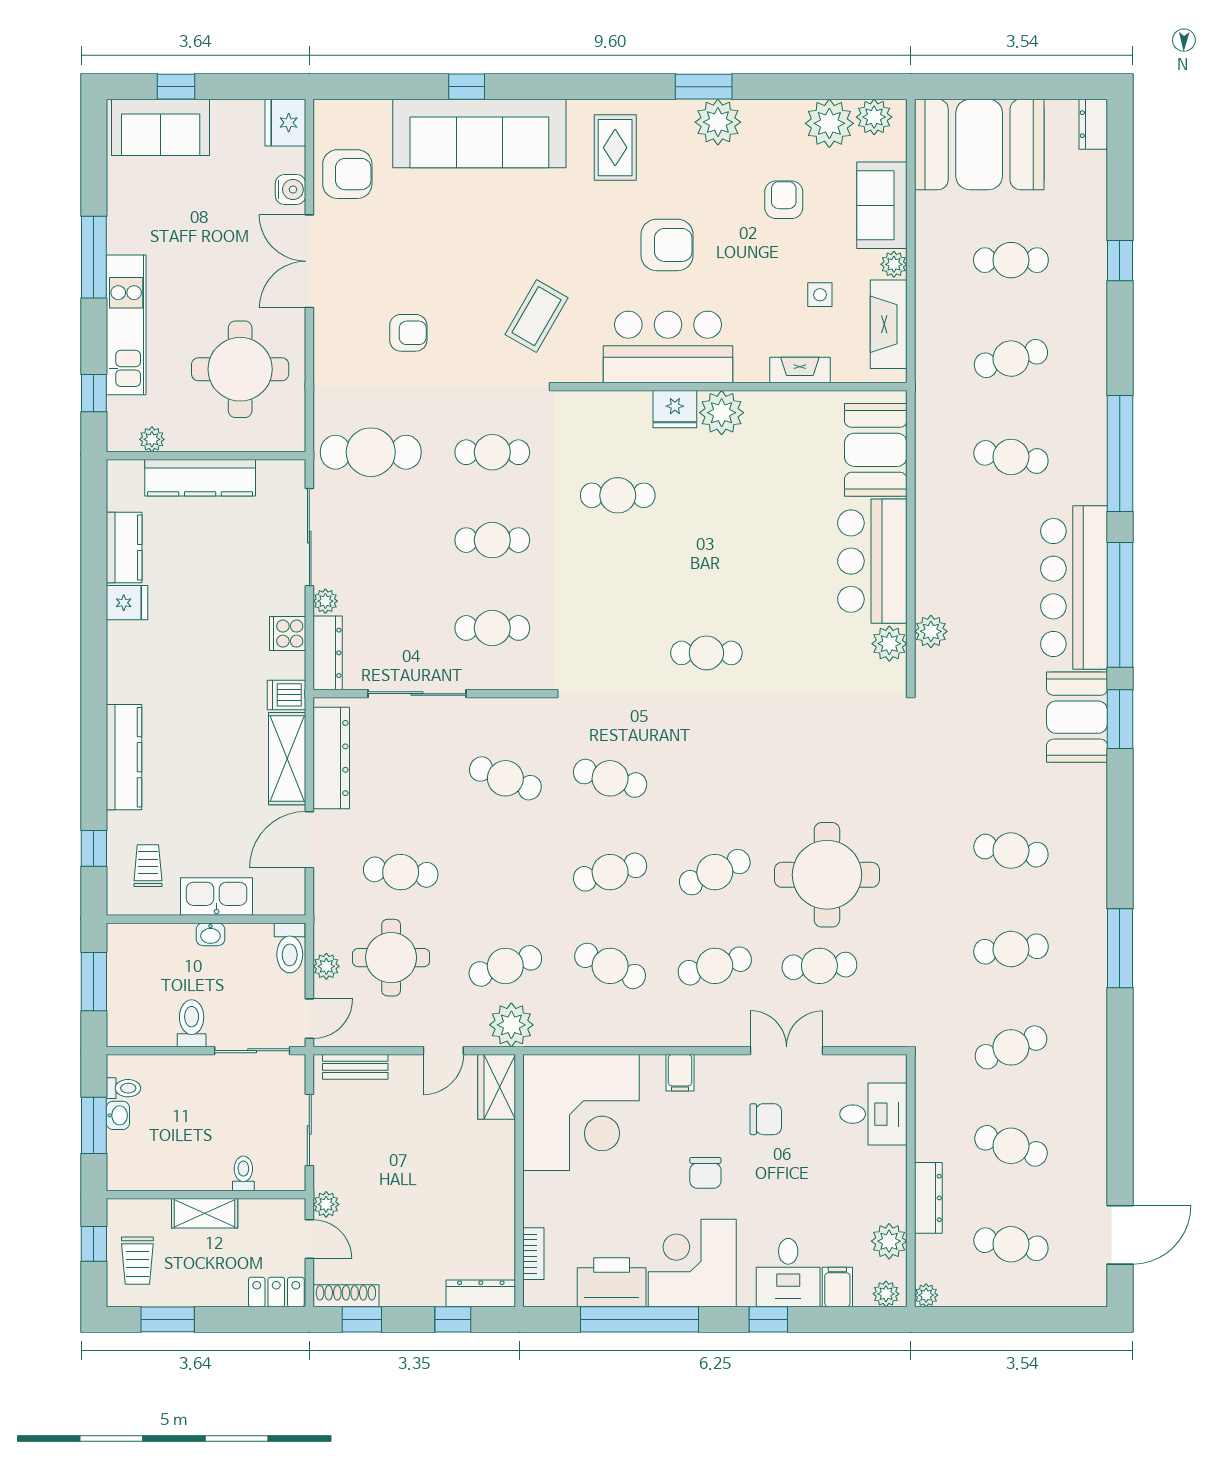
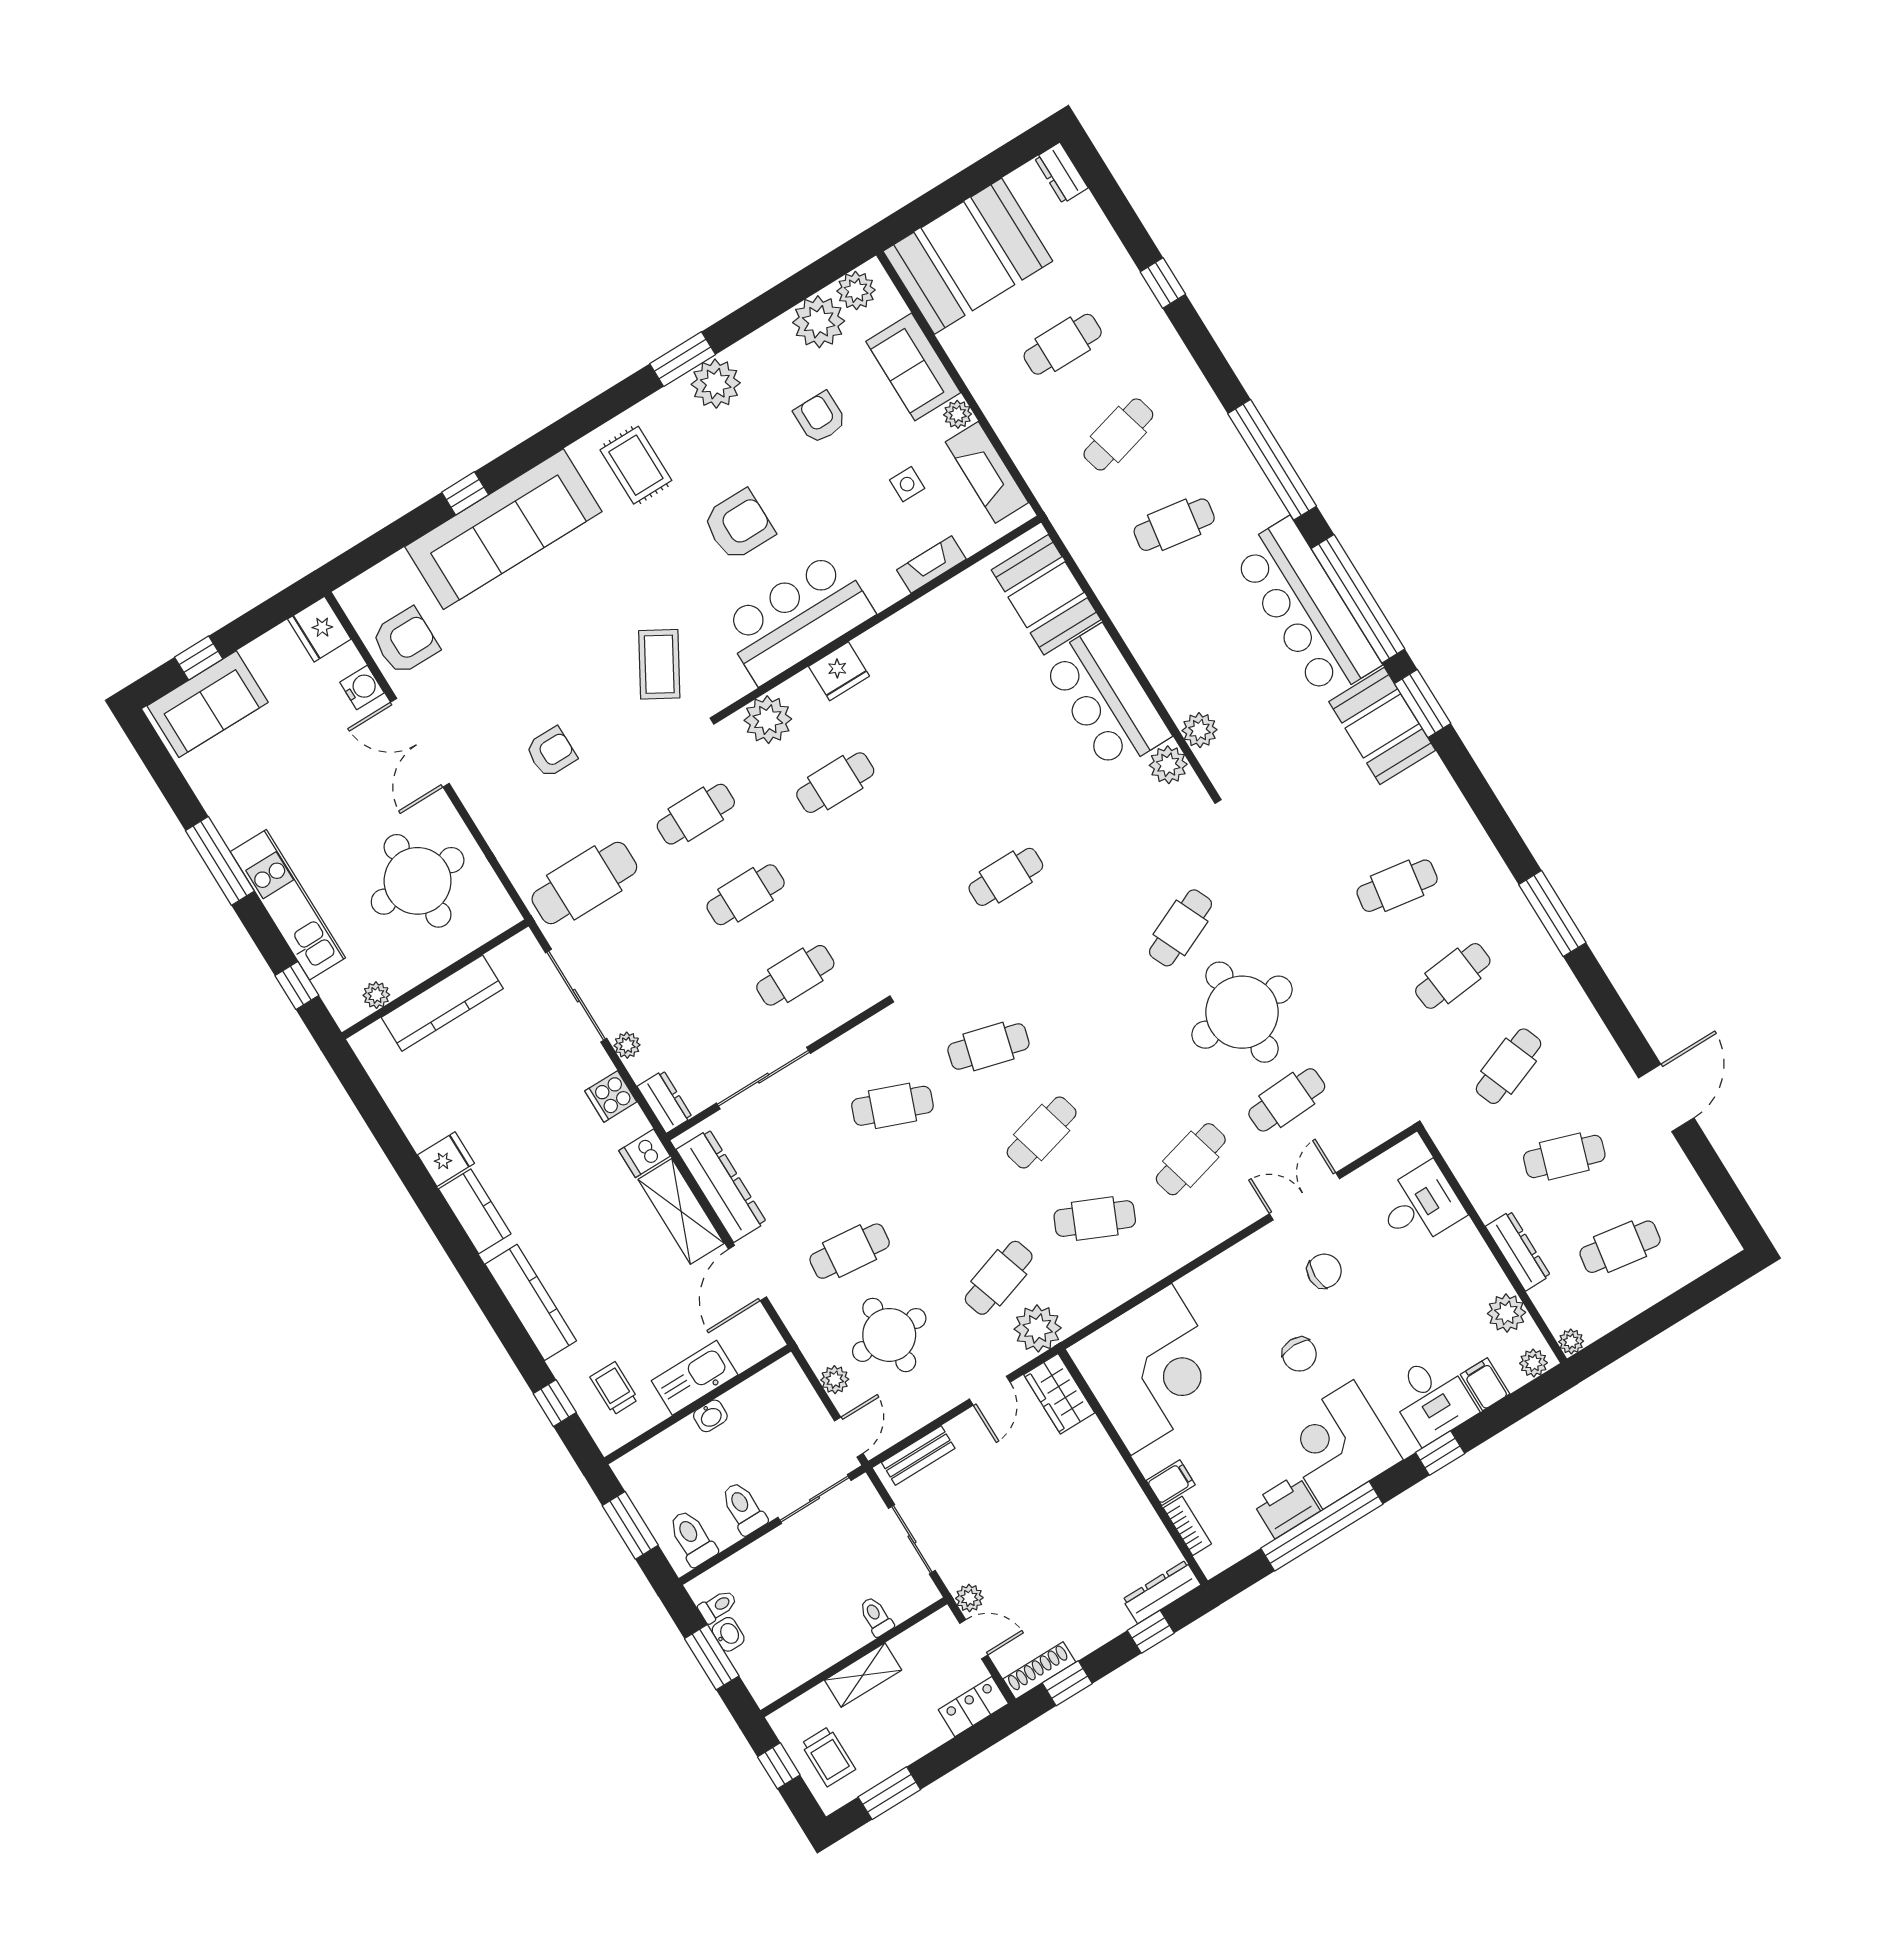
plant: (722, 413) -> (768, 720), moved
kitchen counter: (124, 548) -> (475, 1211), moved
dresser: (328, 653) -> (665, 1102), width x0.70
cafe table: (715, 872) -> (1181, 928), moved
toilet: (290, 948) -> (692, 1538), moved, turned 180
filing cabinet: (680, 1073) -> (1171, 1483), moved, turned -90
door: (1120, 1235) -> (1666, 1098), moved
printer: (612, 1282) -> (1286, 1506), width x0.73, depth x0.84

